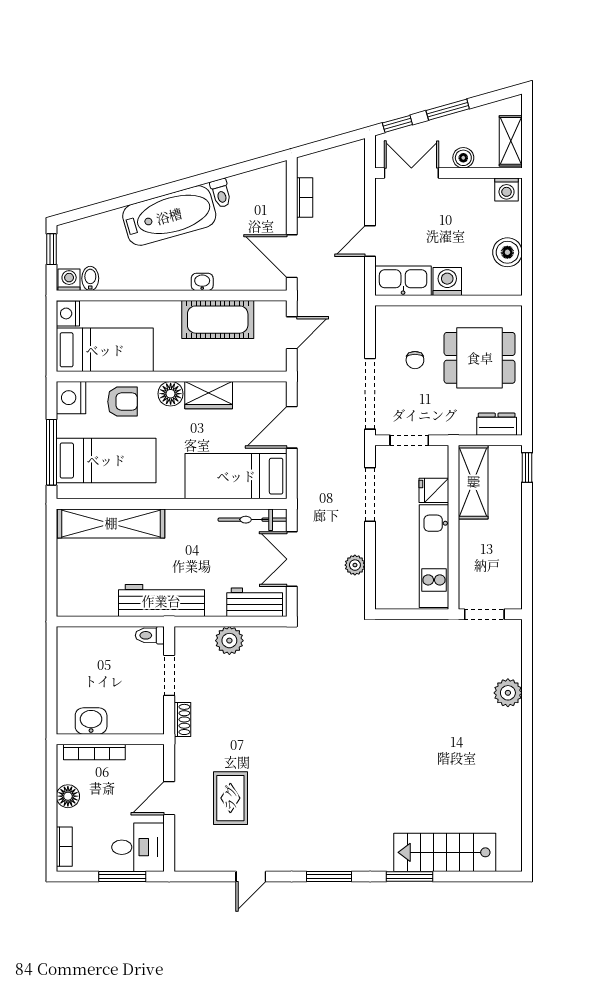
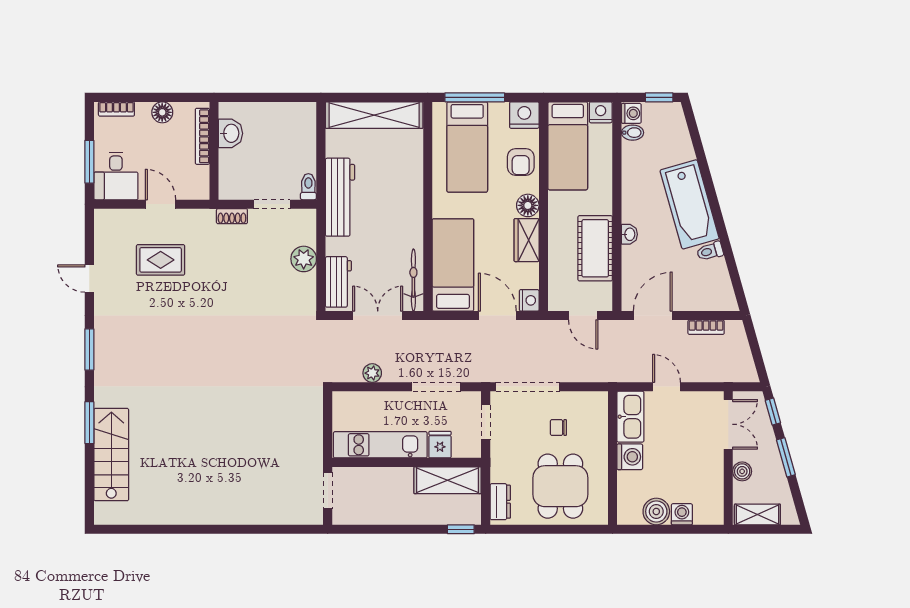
washing machine: (507, 190) -> (682, 514), moved, turned 90
nightstand: (275, 392) -> (529, 300), added
shelving: (111, 523) -> (374, 115), moved, turned 90
plant: (508, 693) -> (256, 512), removed

